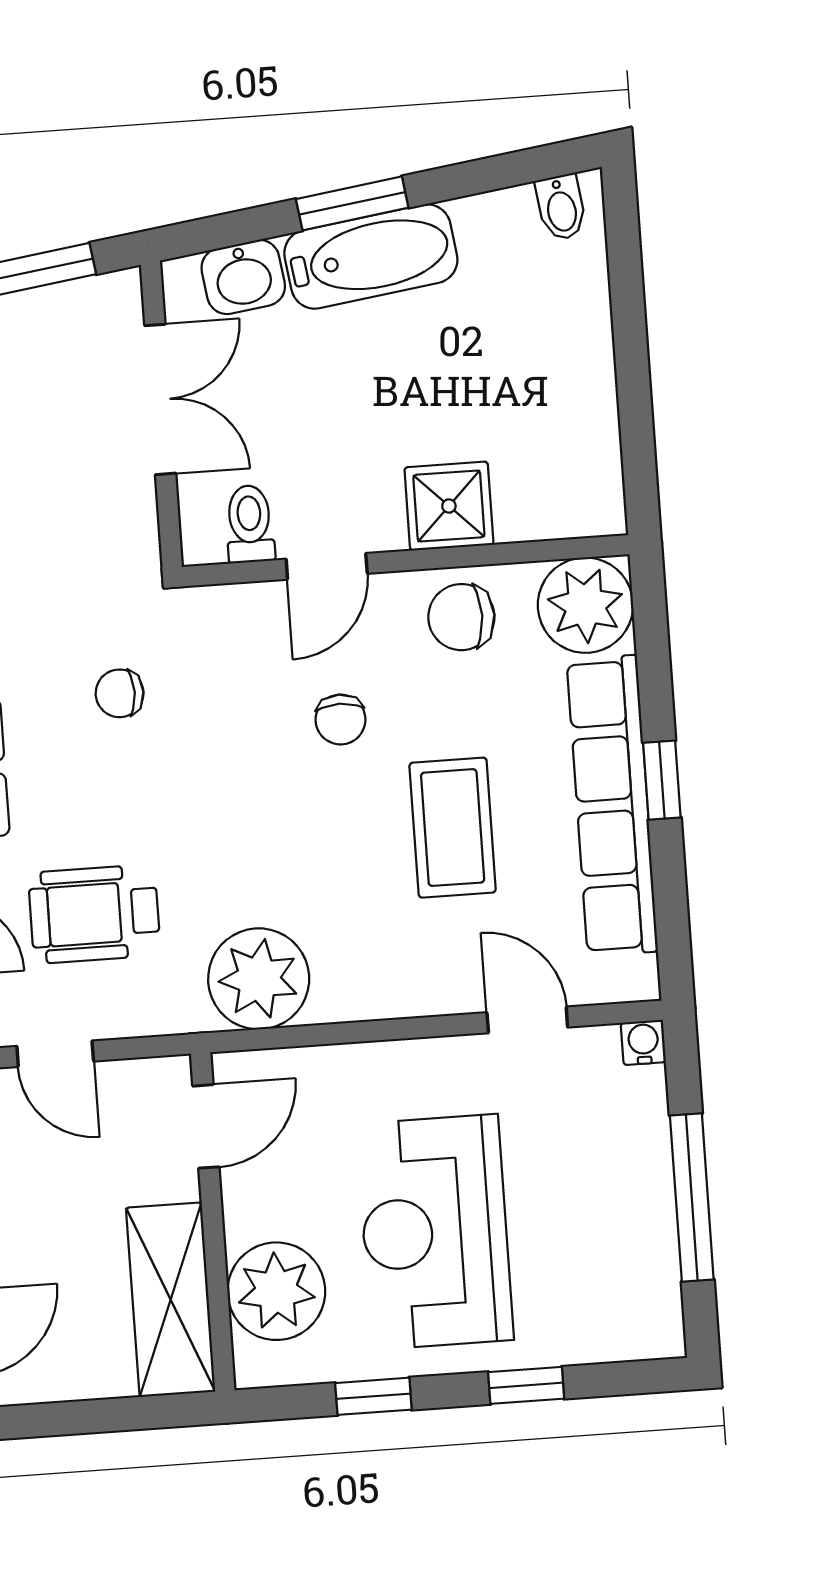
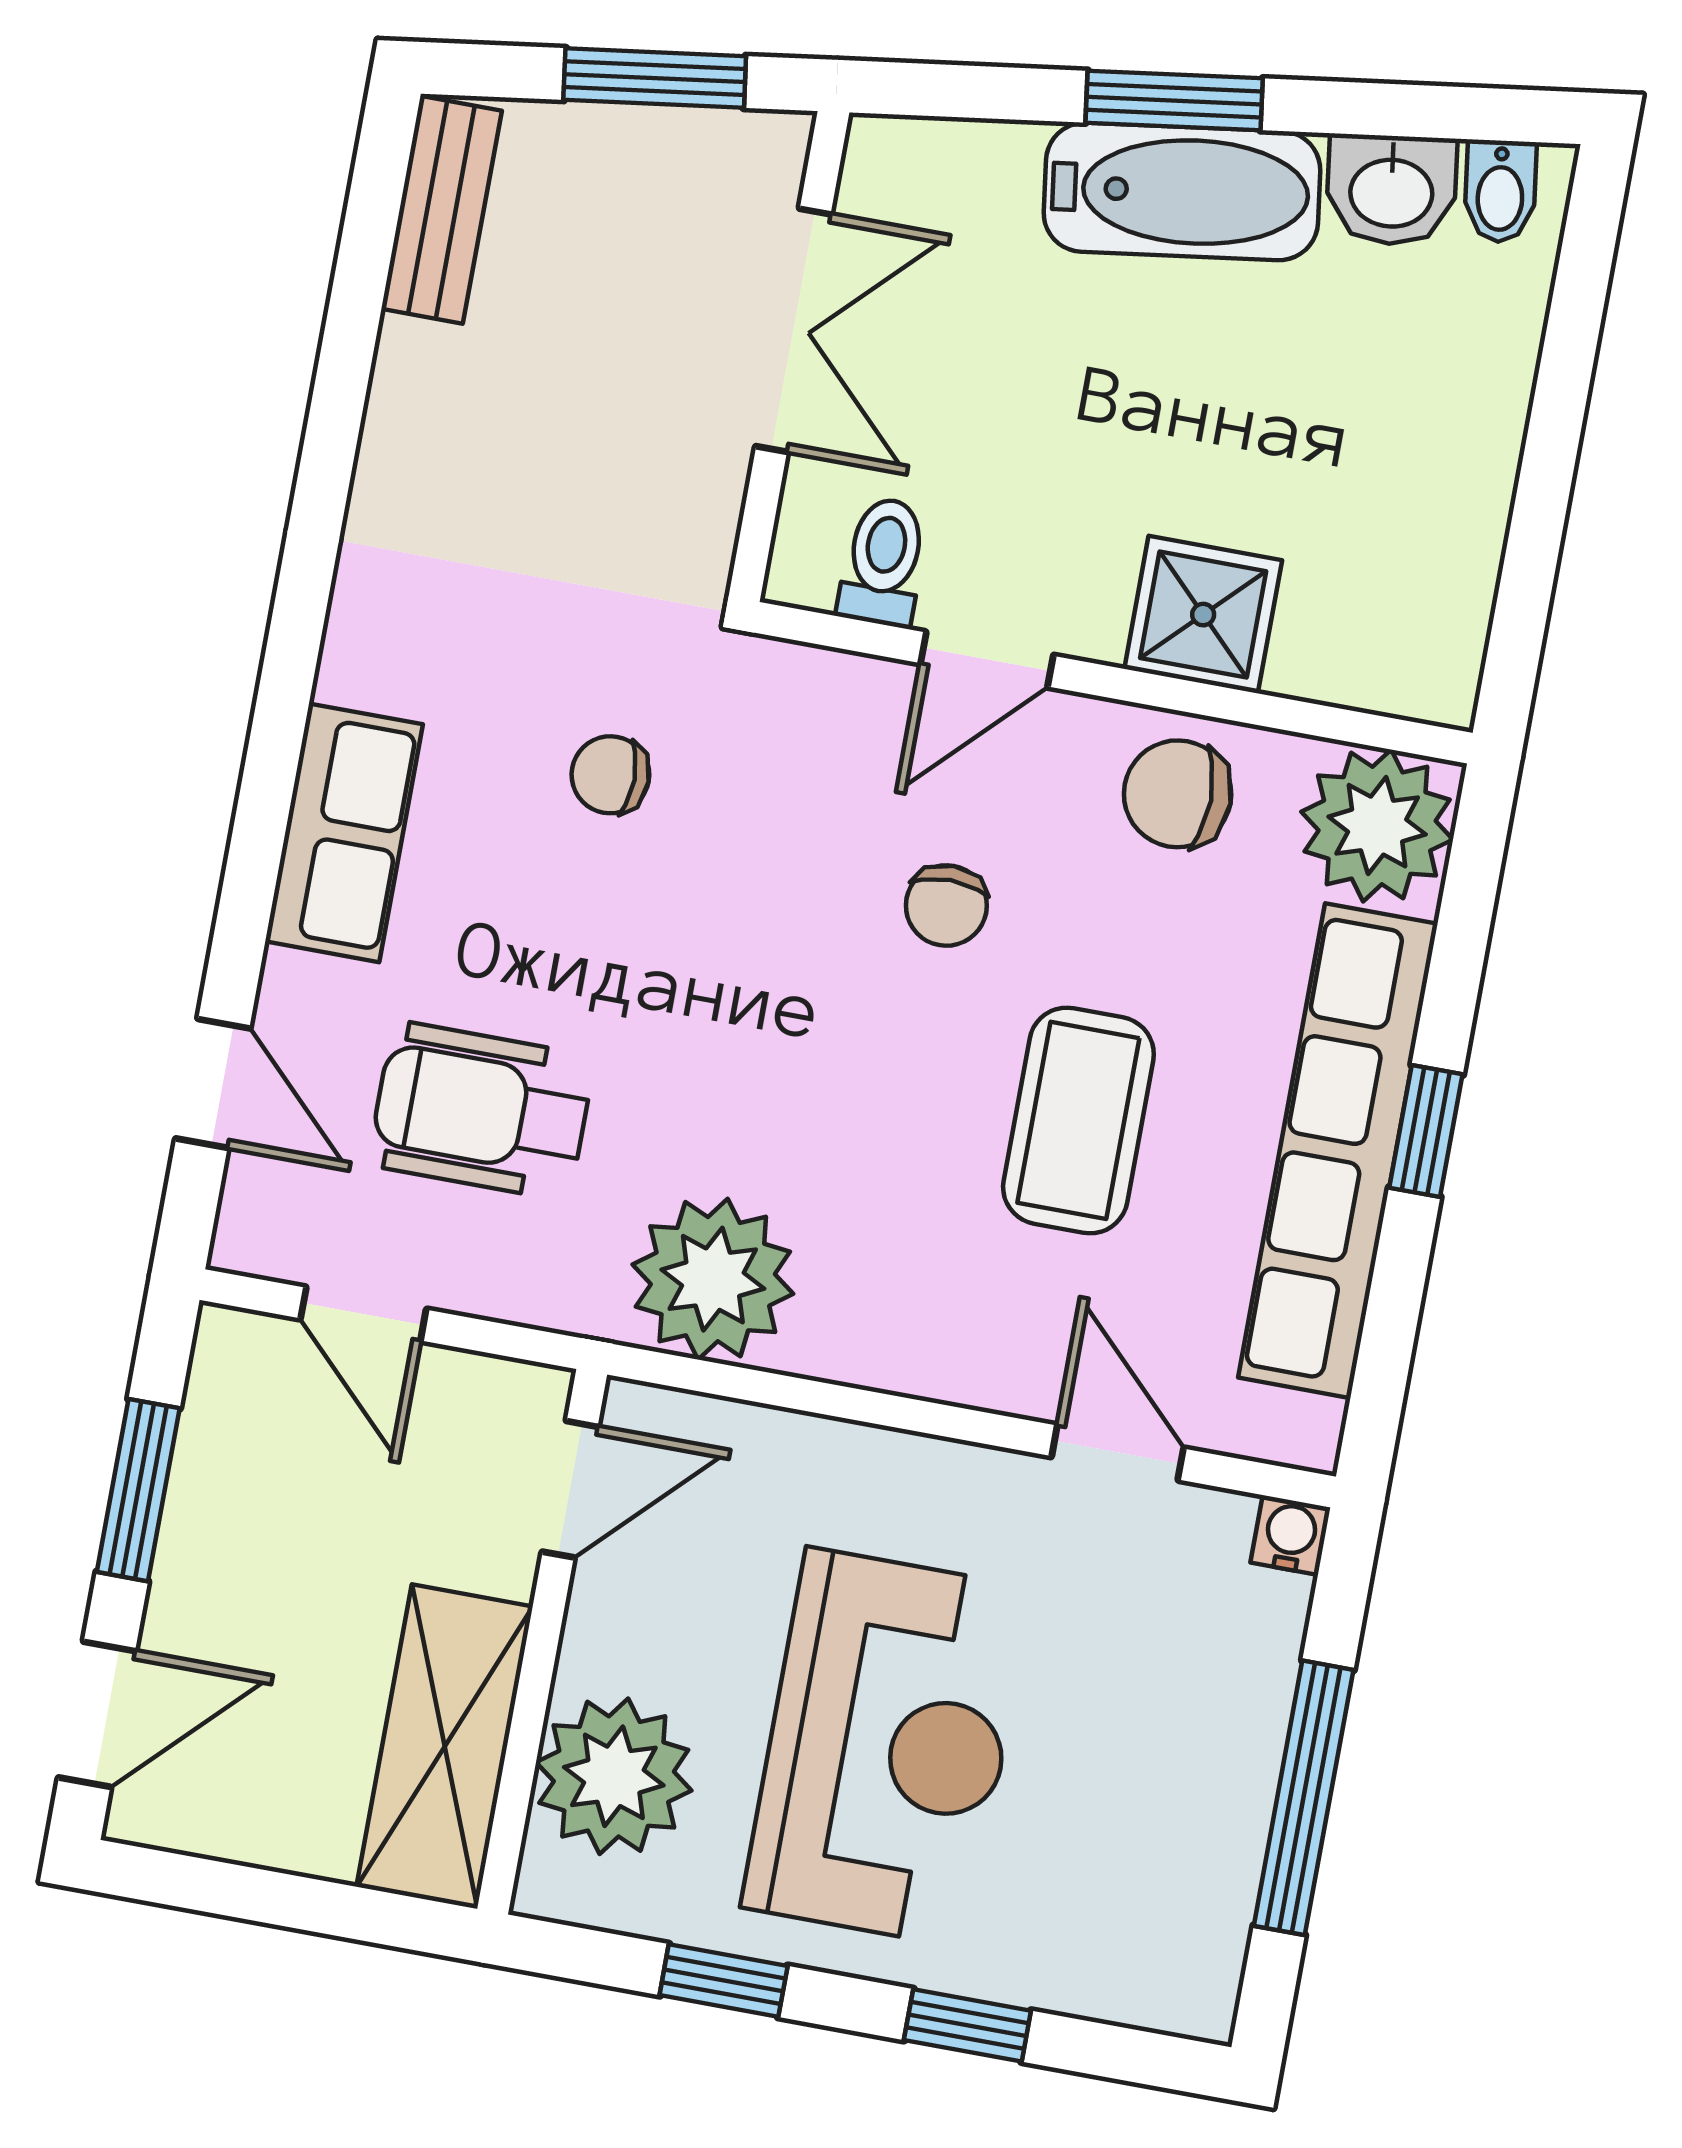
washbasin: (243, 277) -> (1391, 190), moved
reception desk: (435, 1232) -> (887, 1748), turned 180

